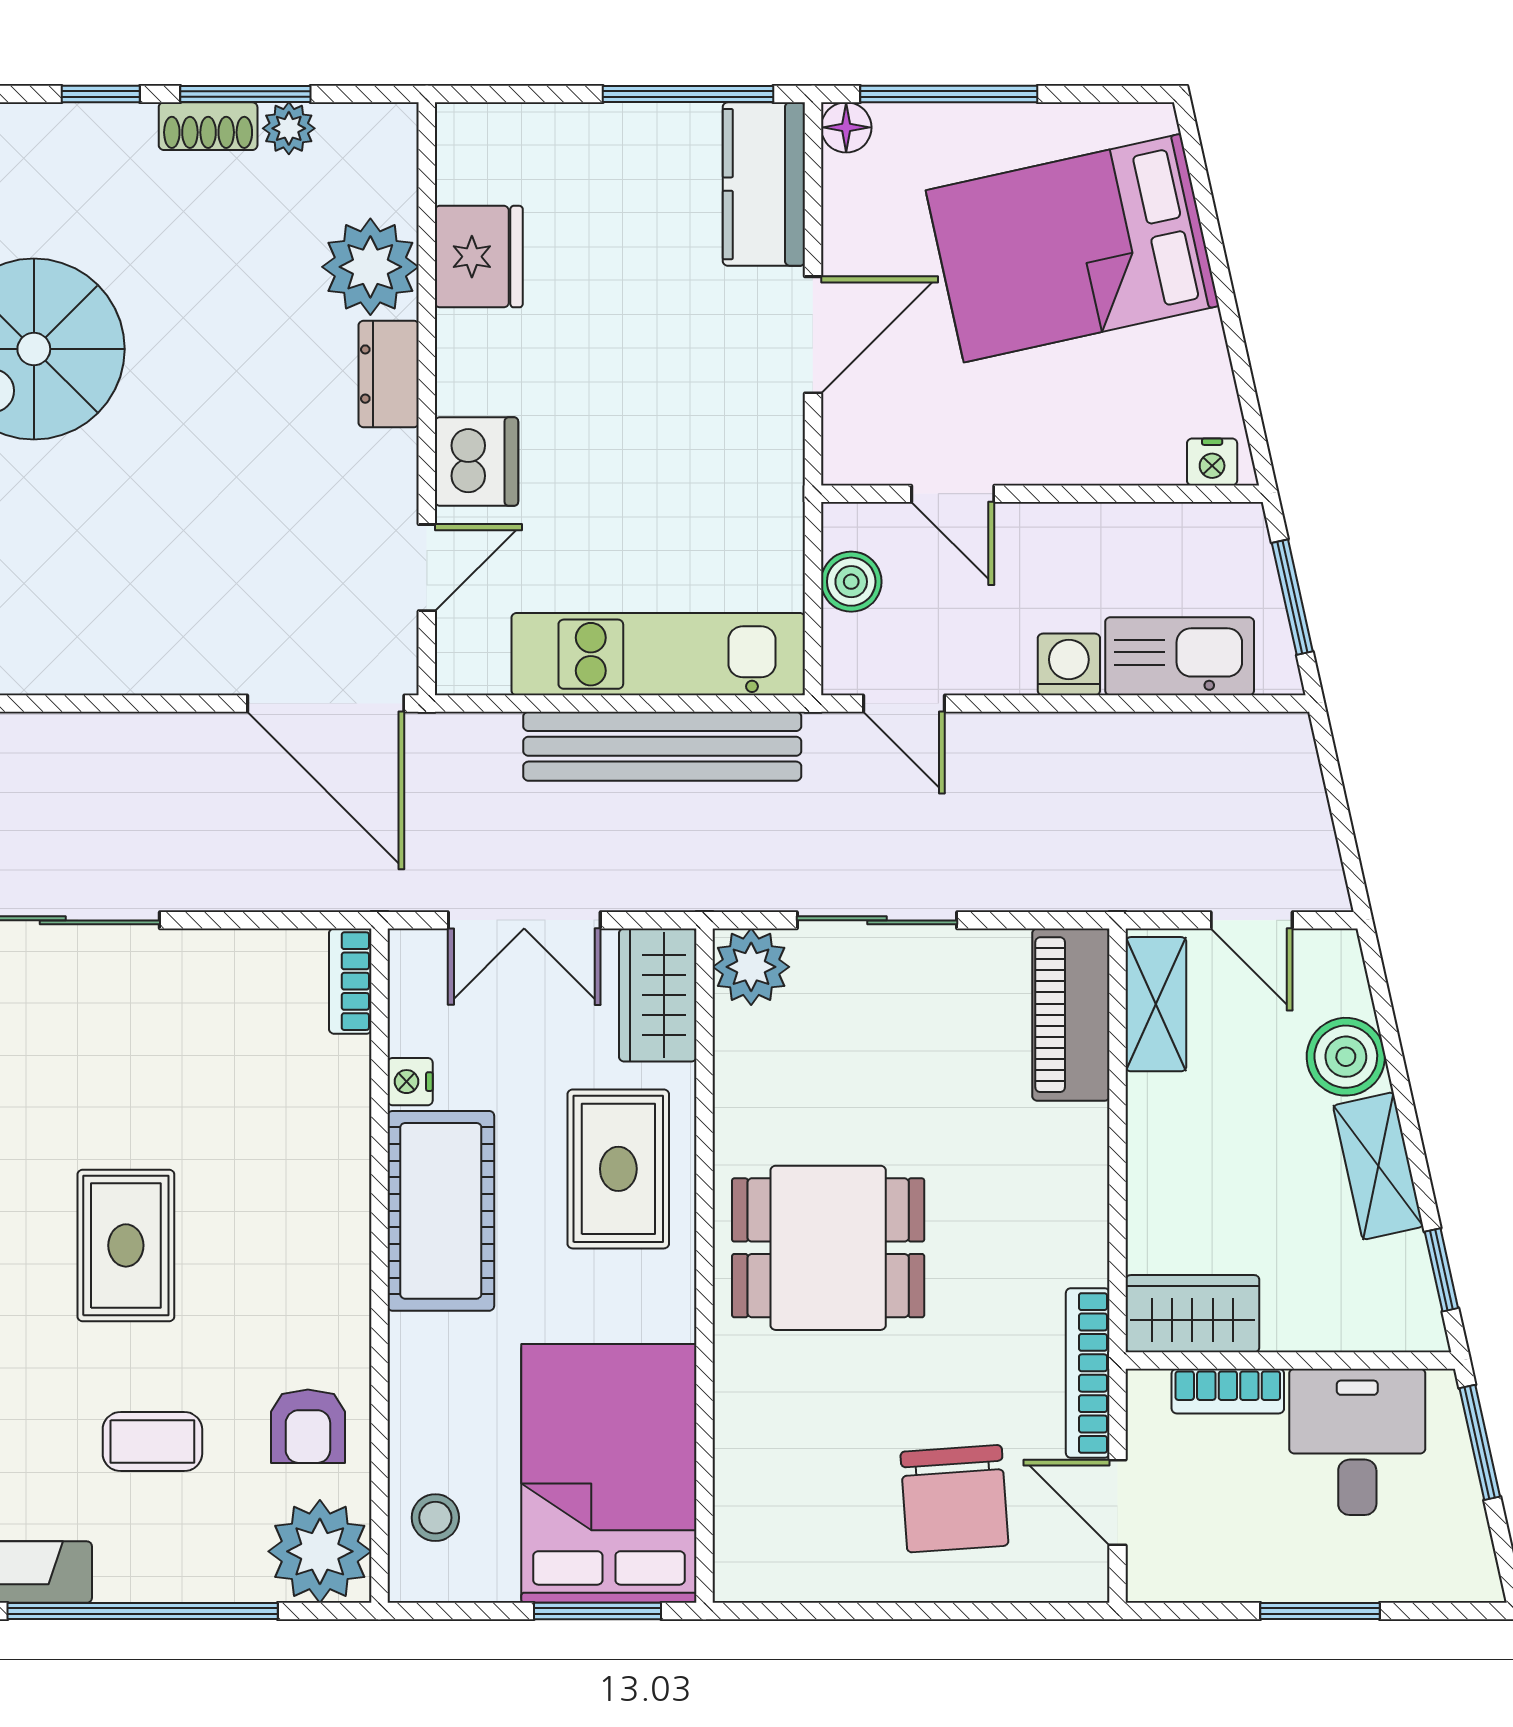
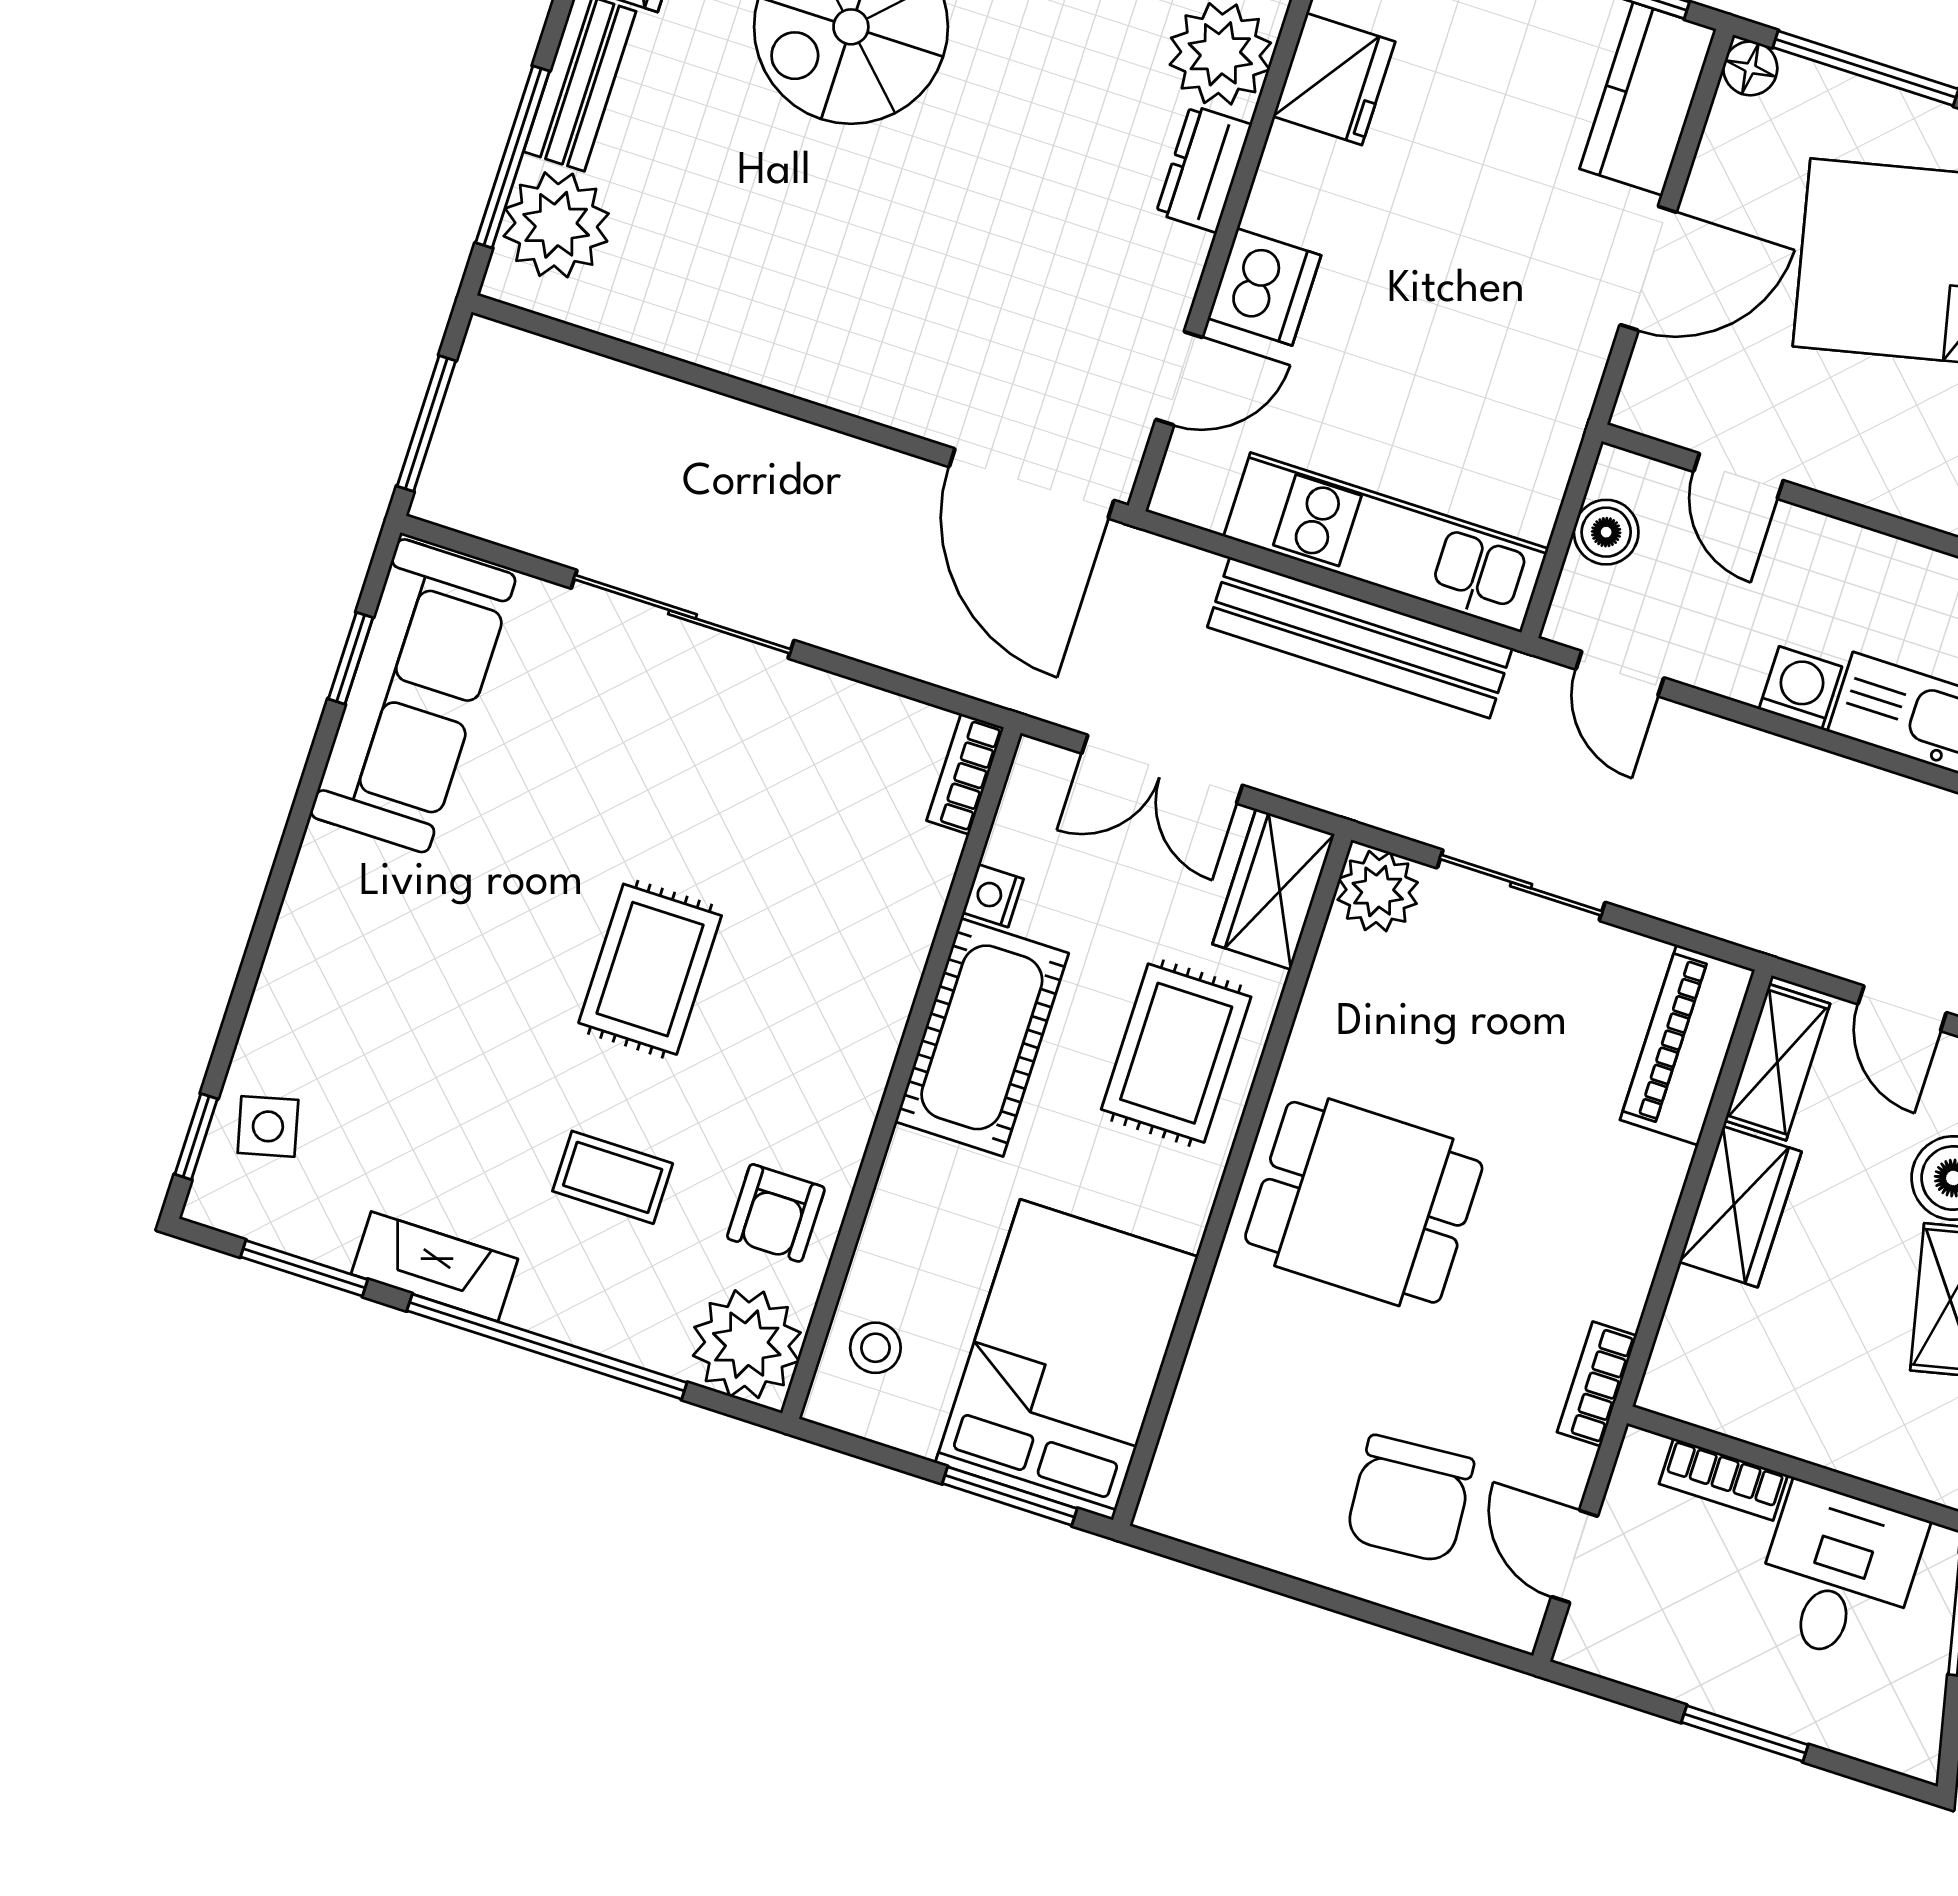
wardrobe: (1192, 1314) -> (1740, 1207), moved, turned 90
bookcase: (1088, 1373) -> (1597, 1384), width x0.64

